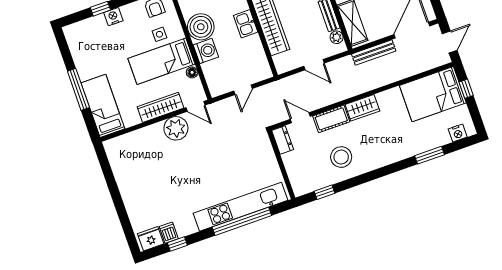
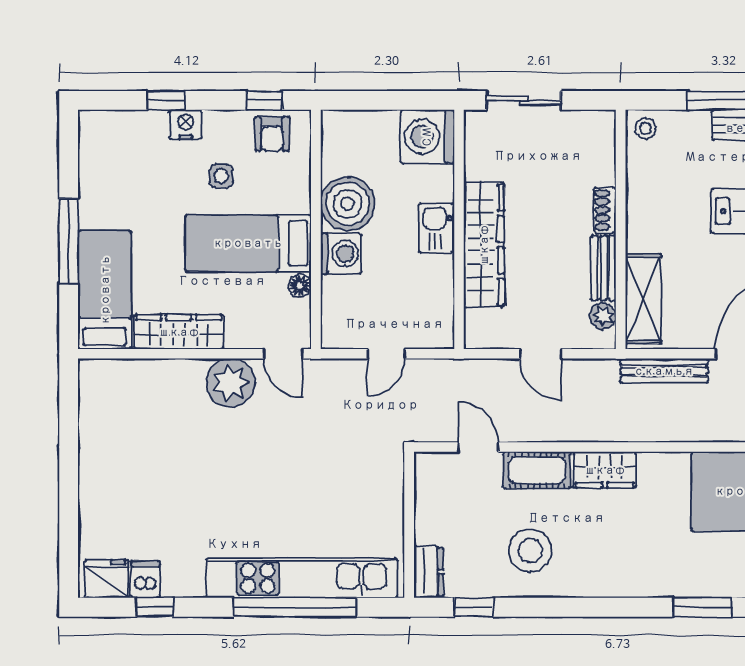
side table: (159, 34) -> (221, 176), moved
wardrobe: (160, 107) -> (179, 332), moved
dresser: (283, 140) -> (429, 572), moved

